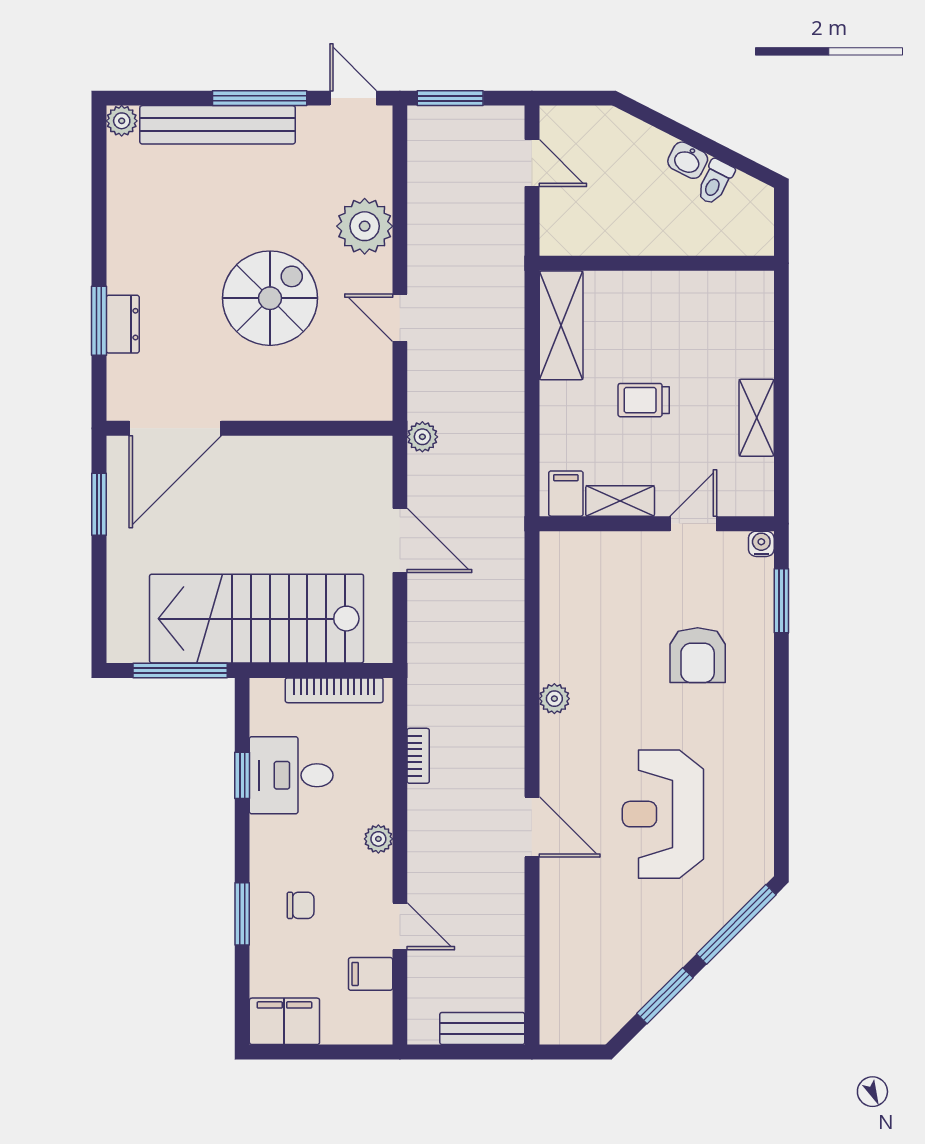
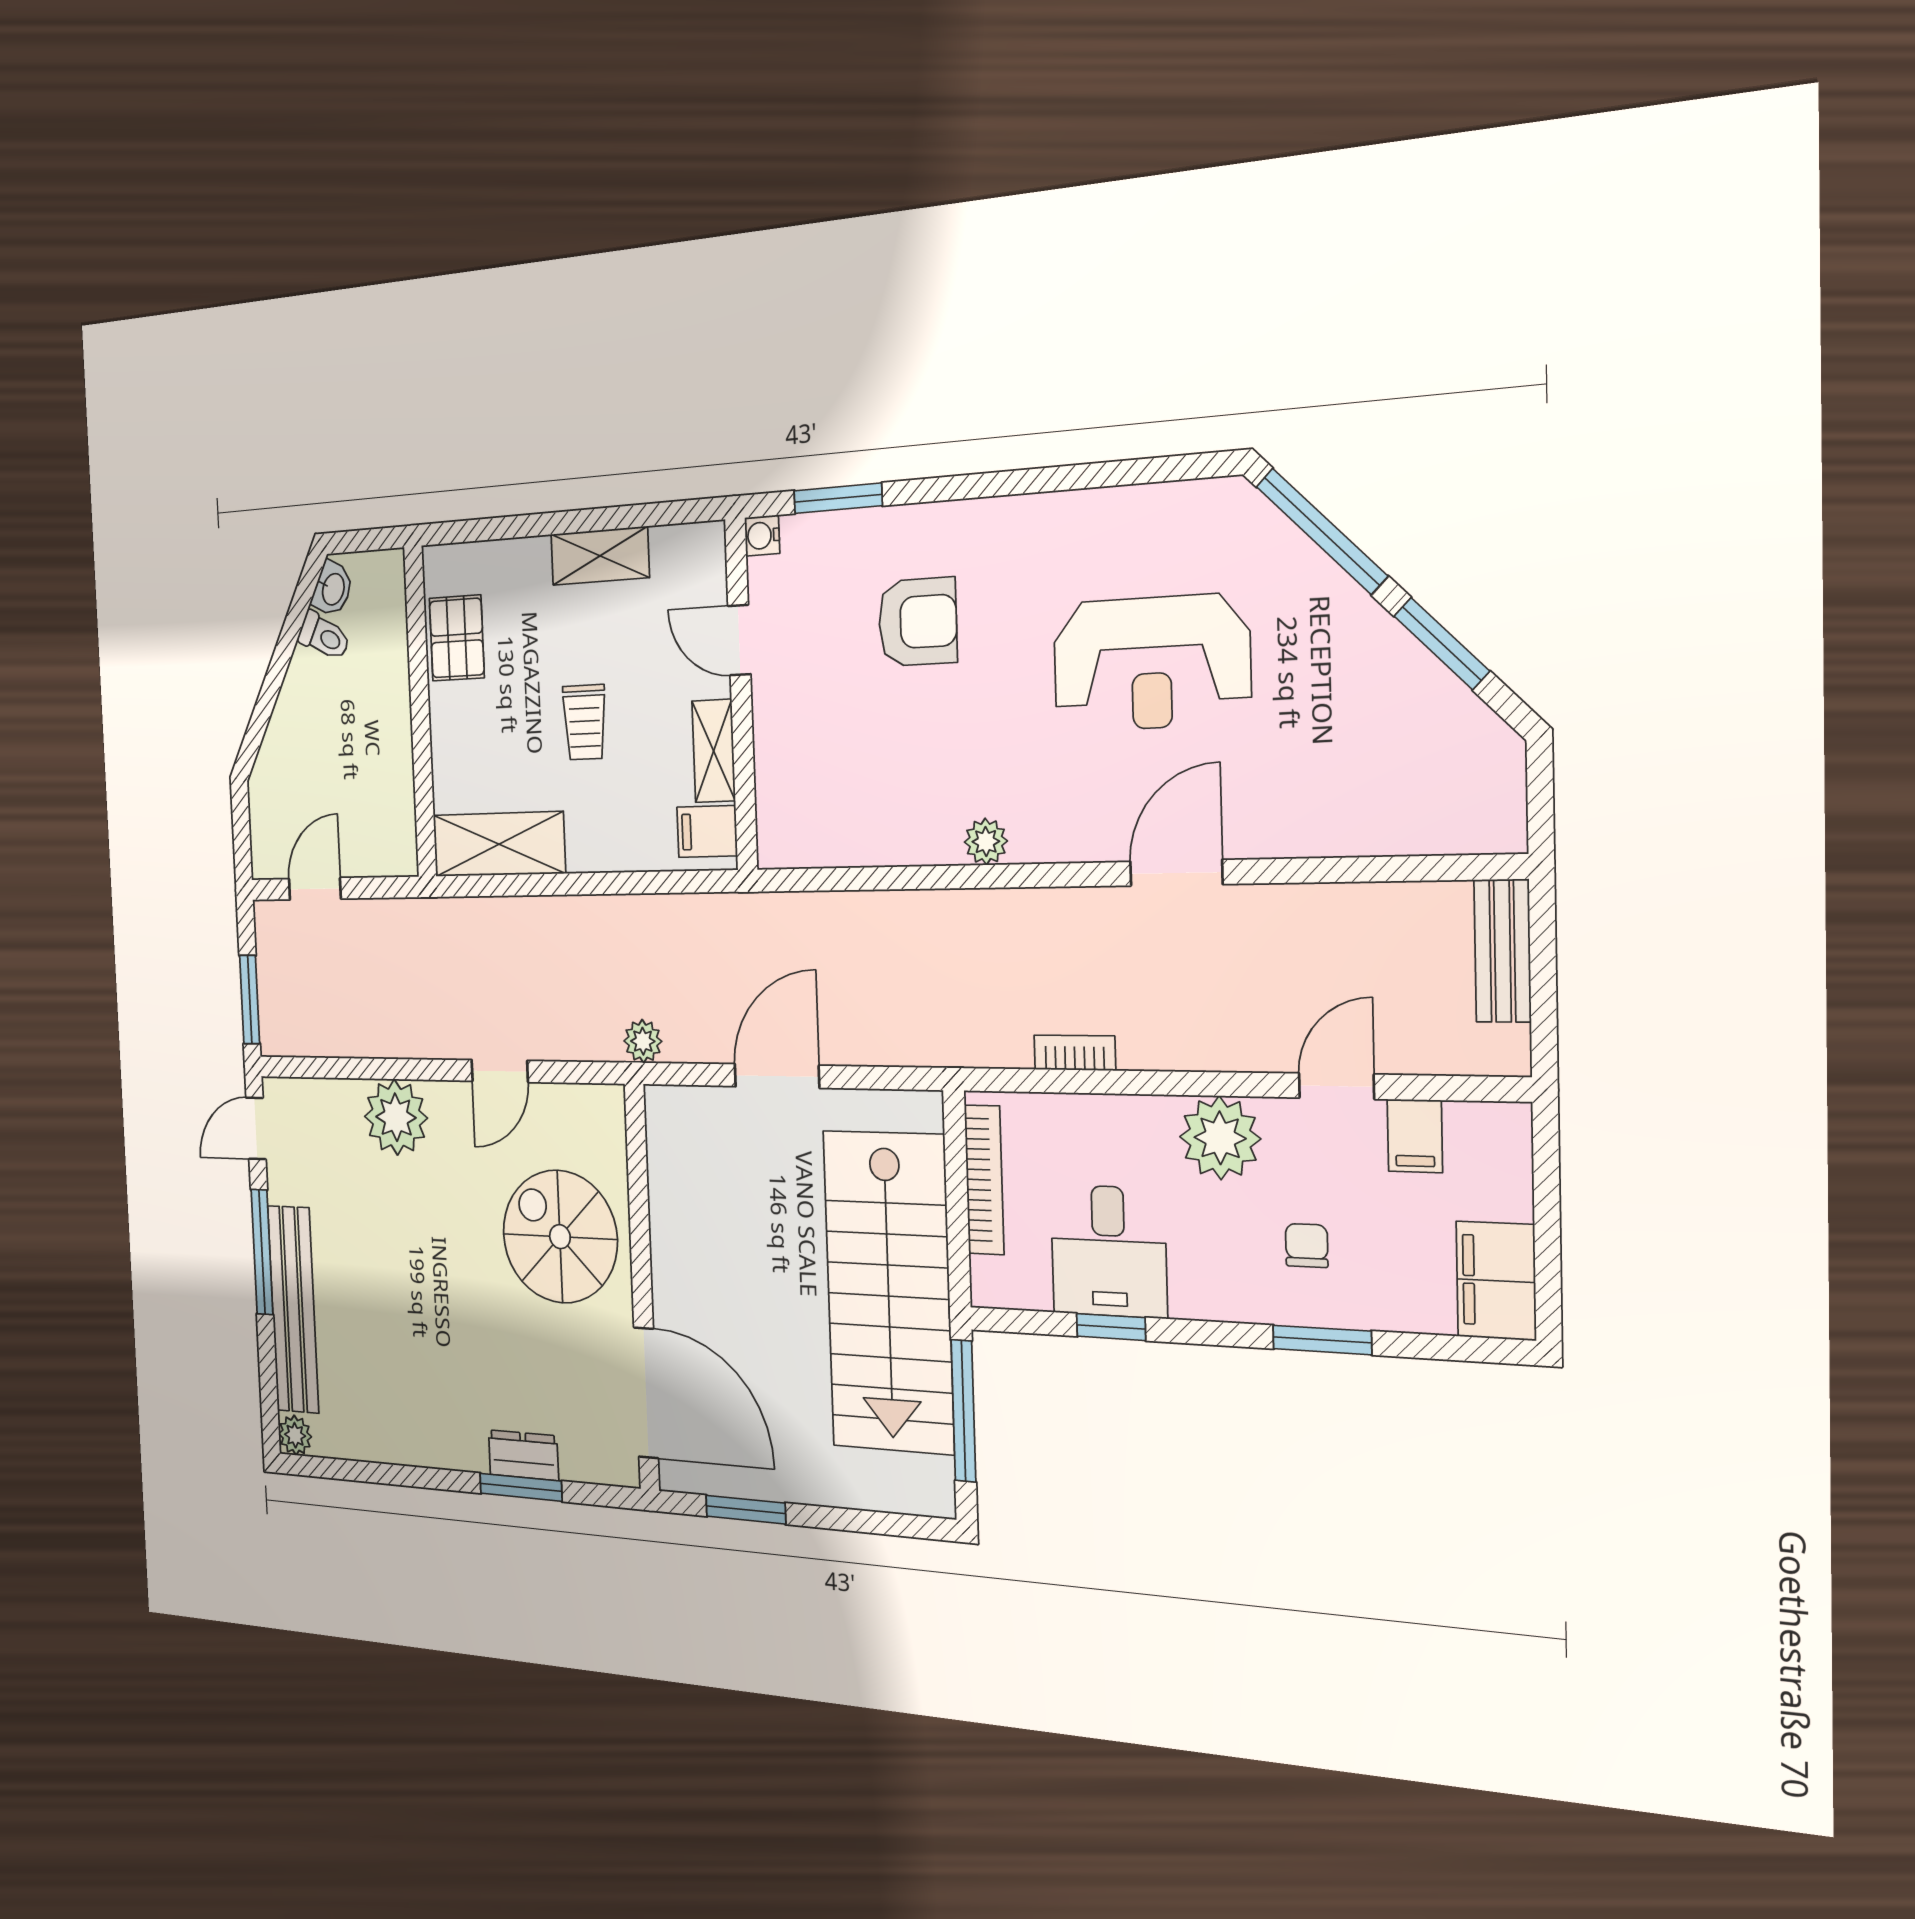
washbasin: (688, 160) -> (332, 589), moved
pallet: (707, 297) -> (457, 638), added
spiral stairs: (270, 298) -> (560, 1237), moved
plant: (378, 839) -> (1220, 1138), width x1.88, depth x1.88

